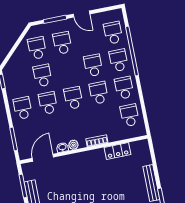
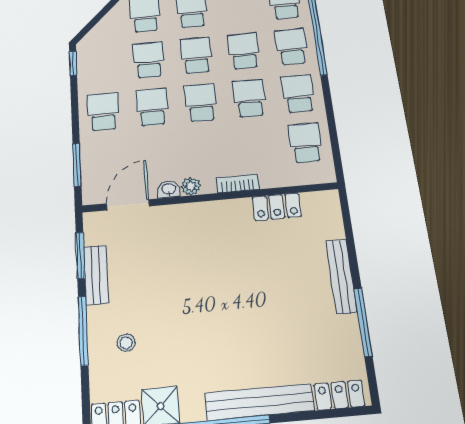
school desk: (68, 70) -> (196, 55), added

